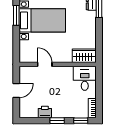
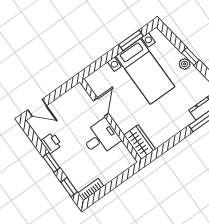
desk: (85, 78) -> (101, 138), moved
door: (16, 91) -> (37, 108), moved

